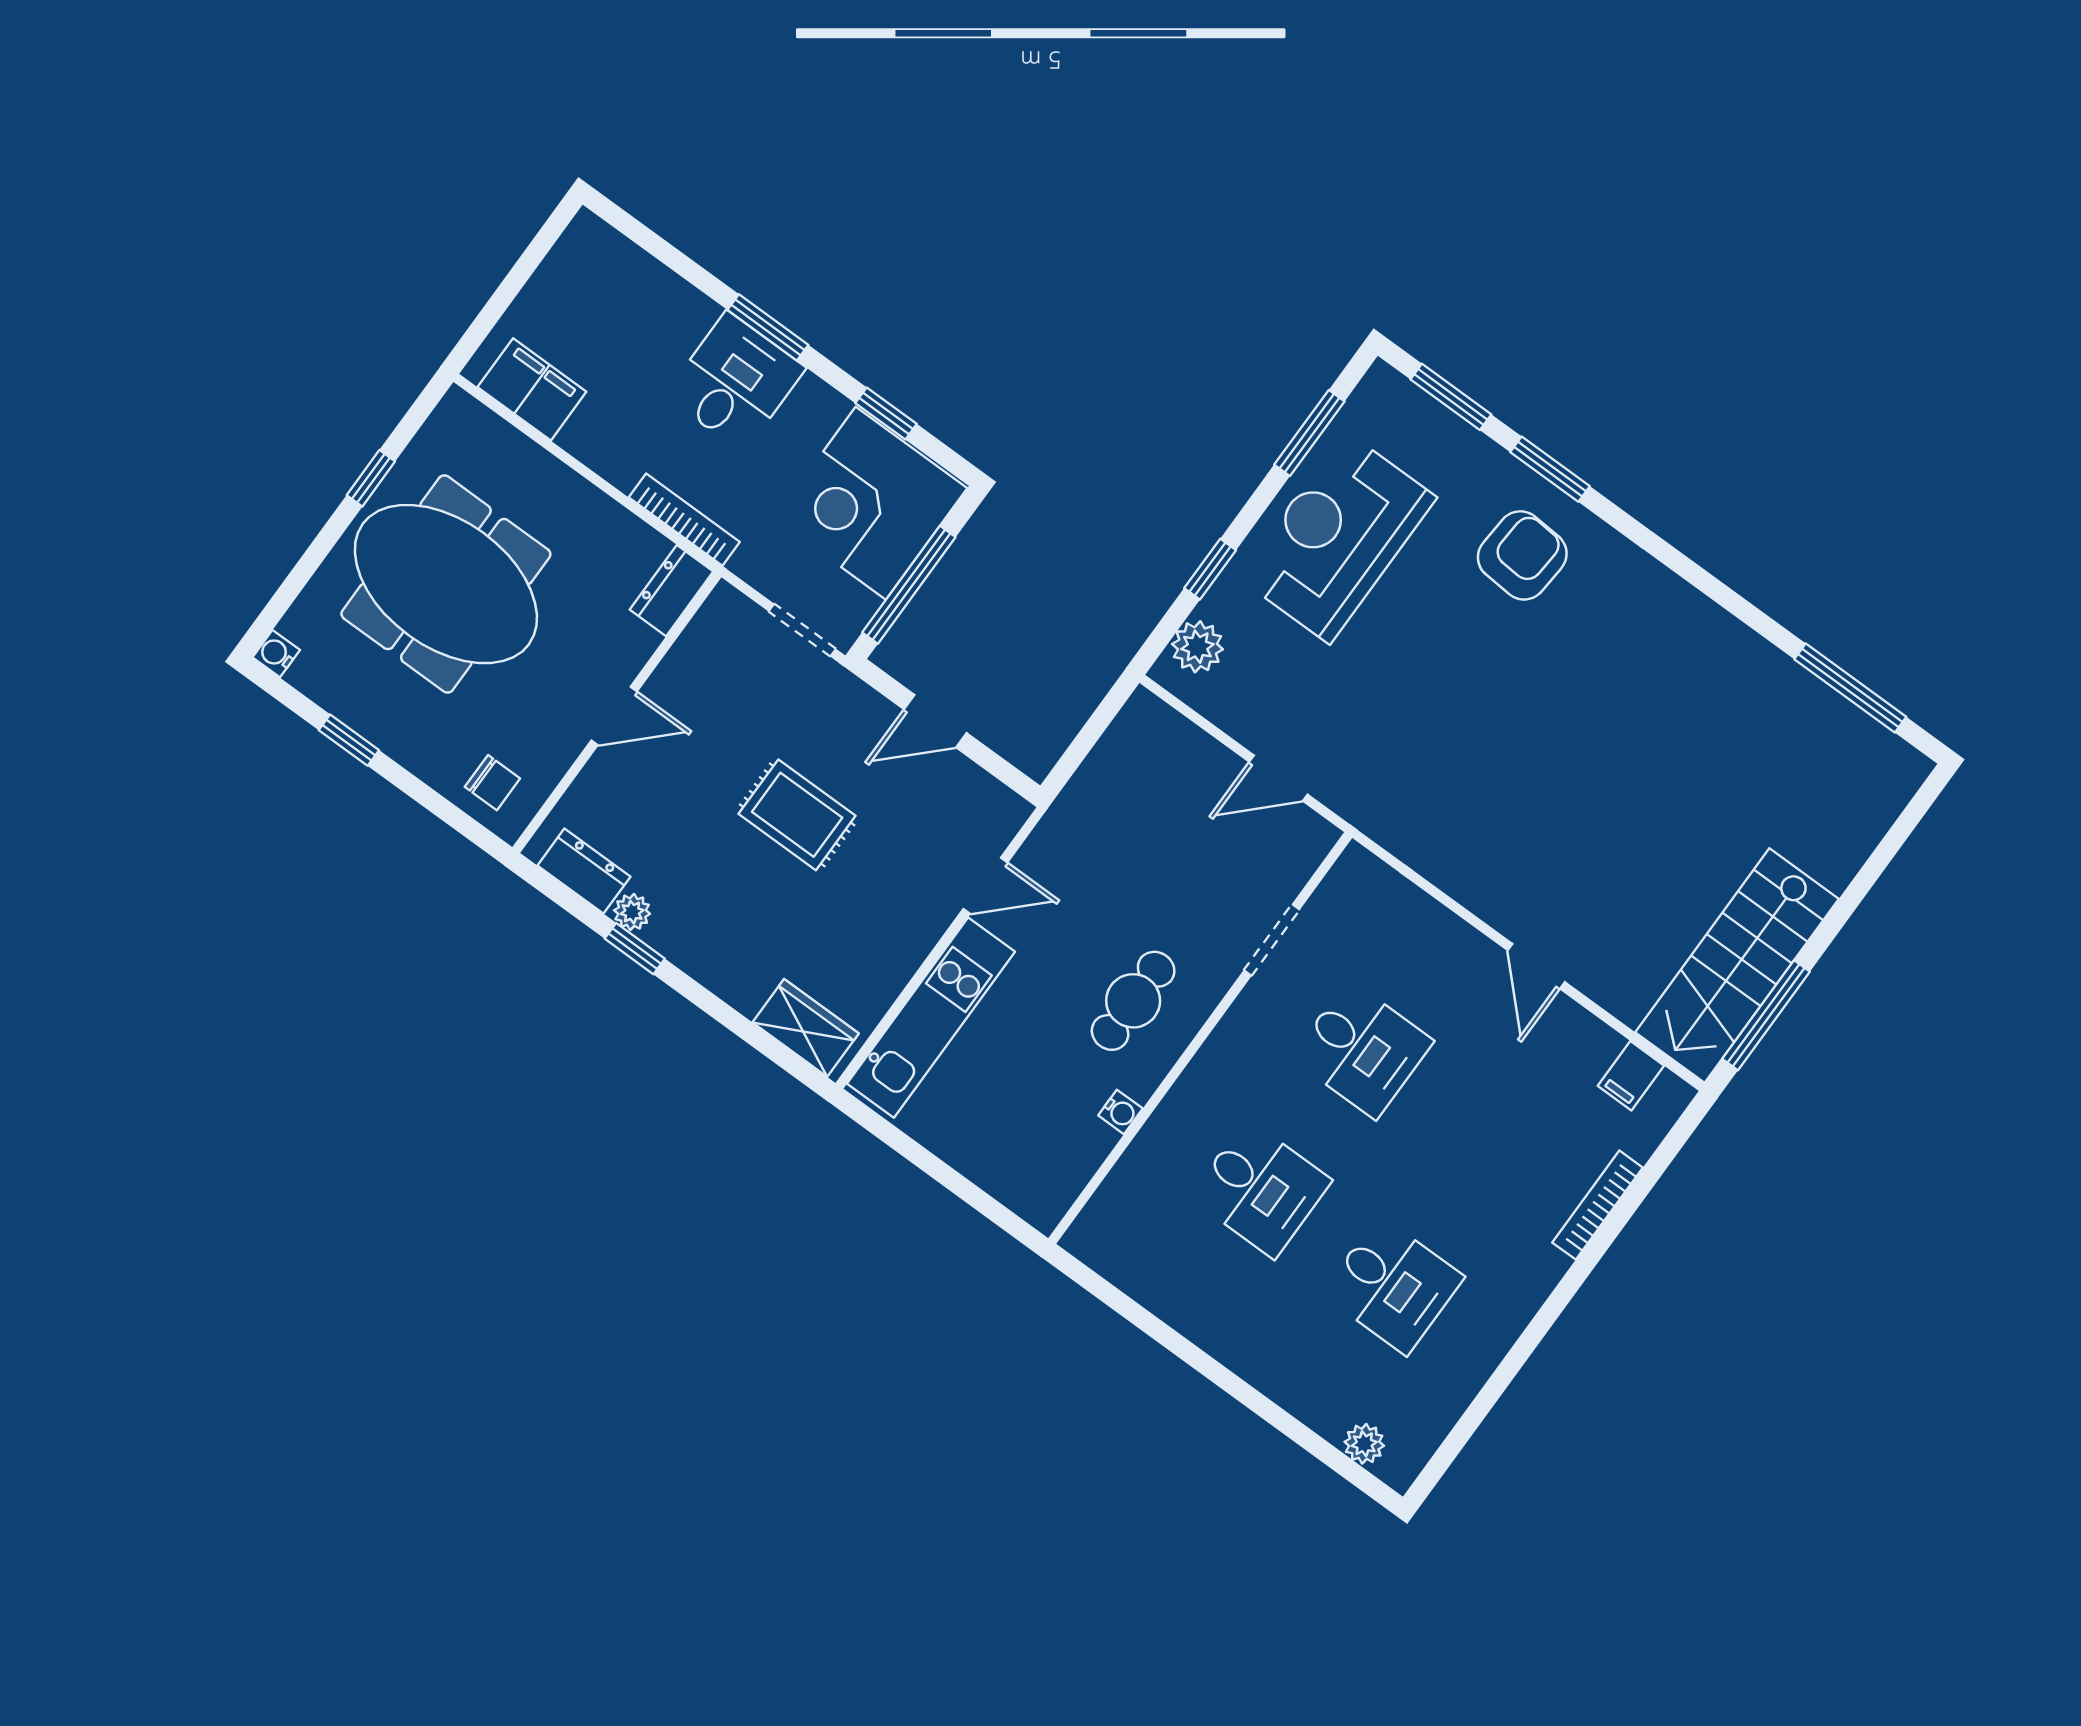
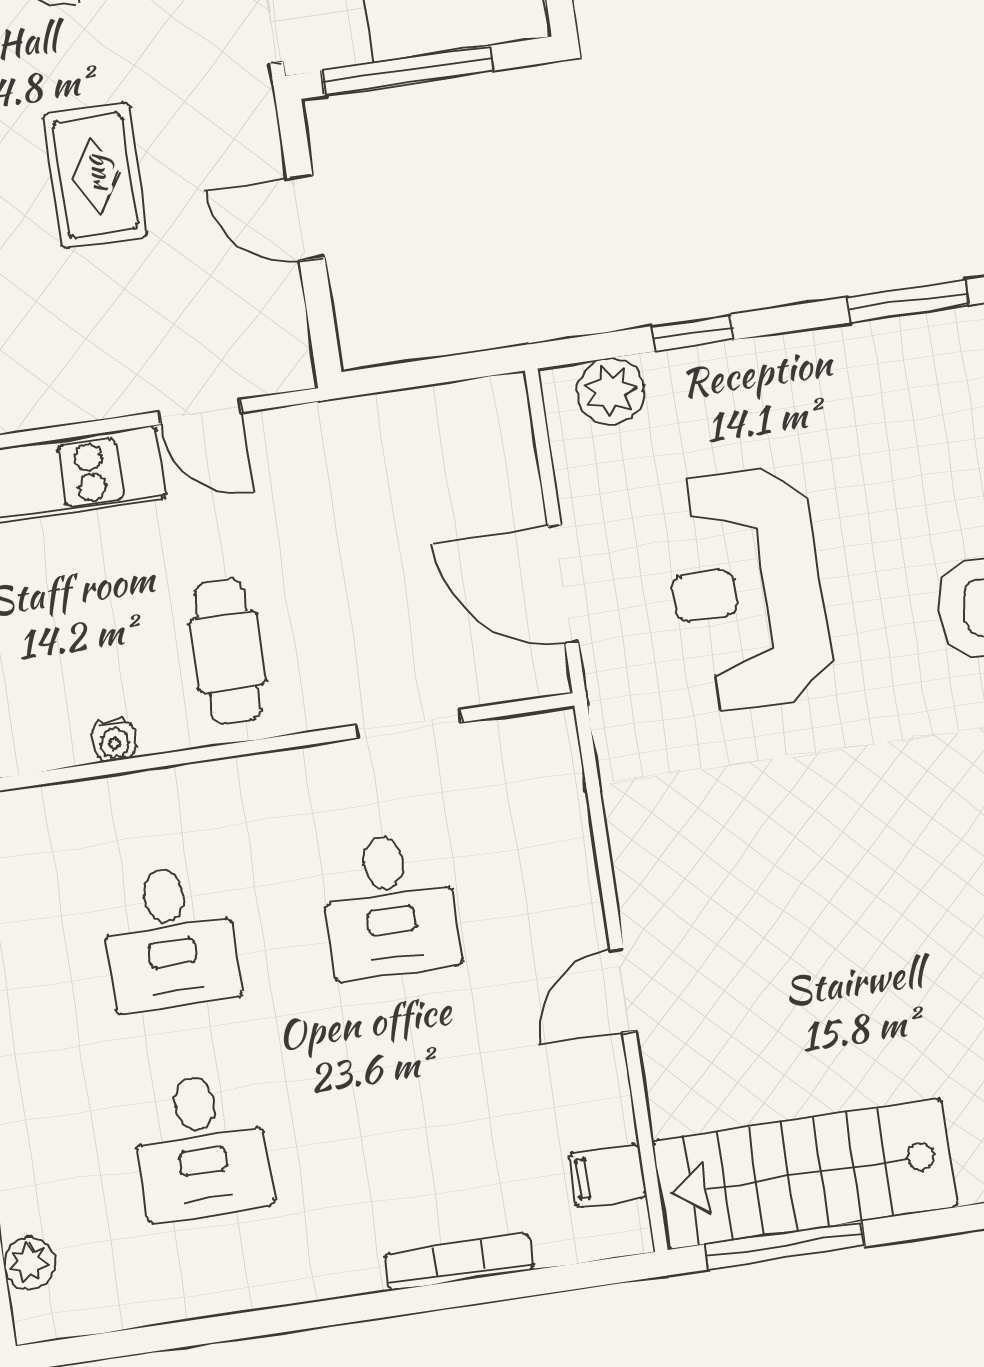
reception desk: (1337, 537) -> (747, 589), moved, turned -90
door: (1278, 778) -> (563, 584), width x1.38
cafe table: (1133, 1001) -> (228, 651), turned 90

